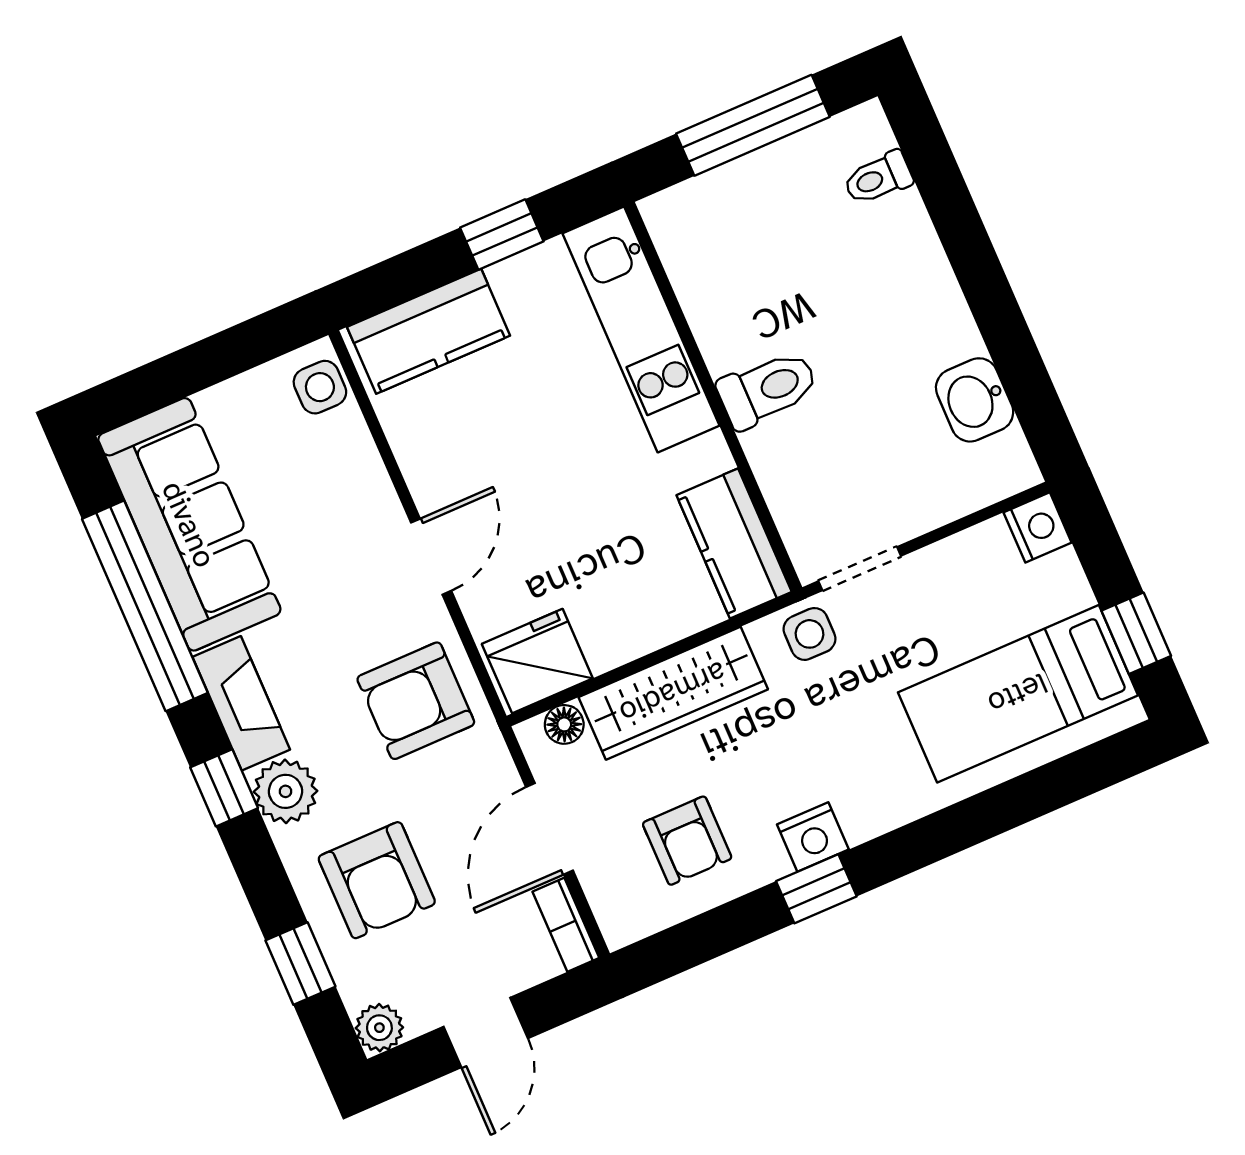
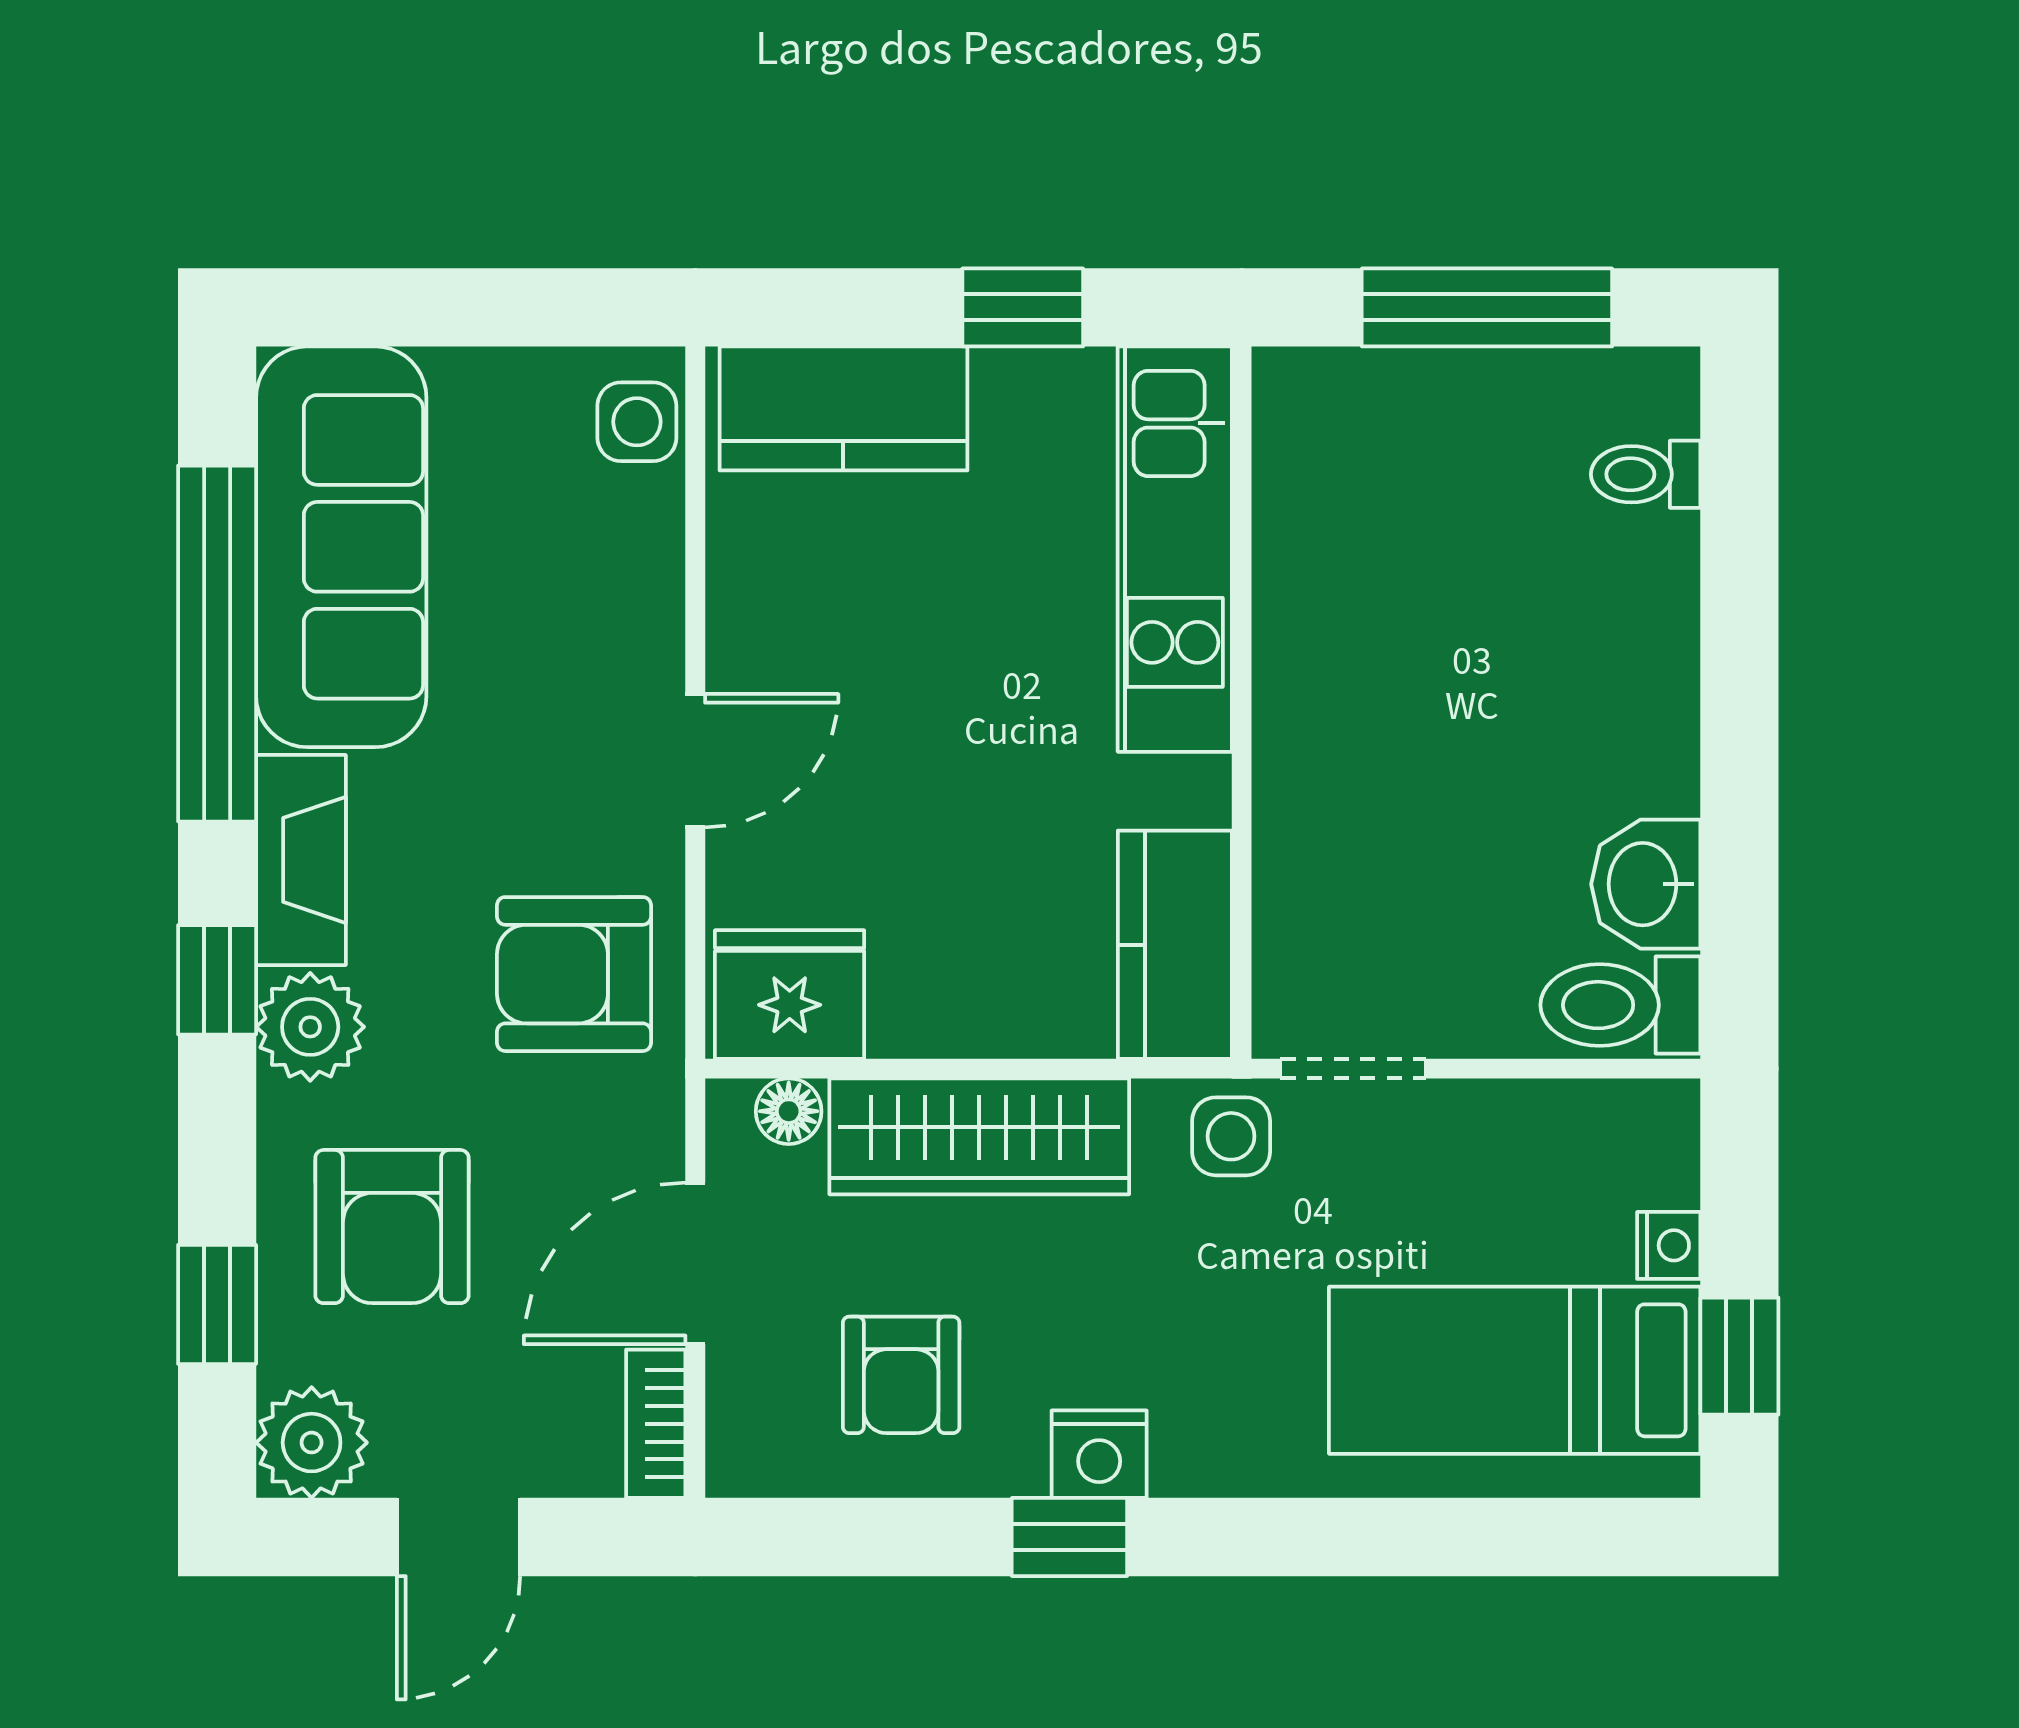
toilet: (768, 389) -> (1620, 1005), moved, turned 180
nightstand: (1038, 527) -> (1669, 1245), moved, width x0.72, depth x0.74
plant: (379, 1028) -> (312, 1443), width x1.38, depth x1.38

